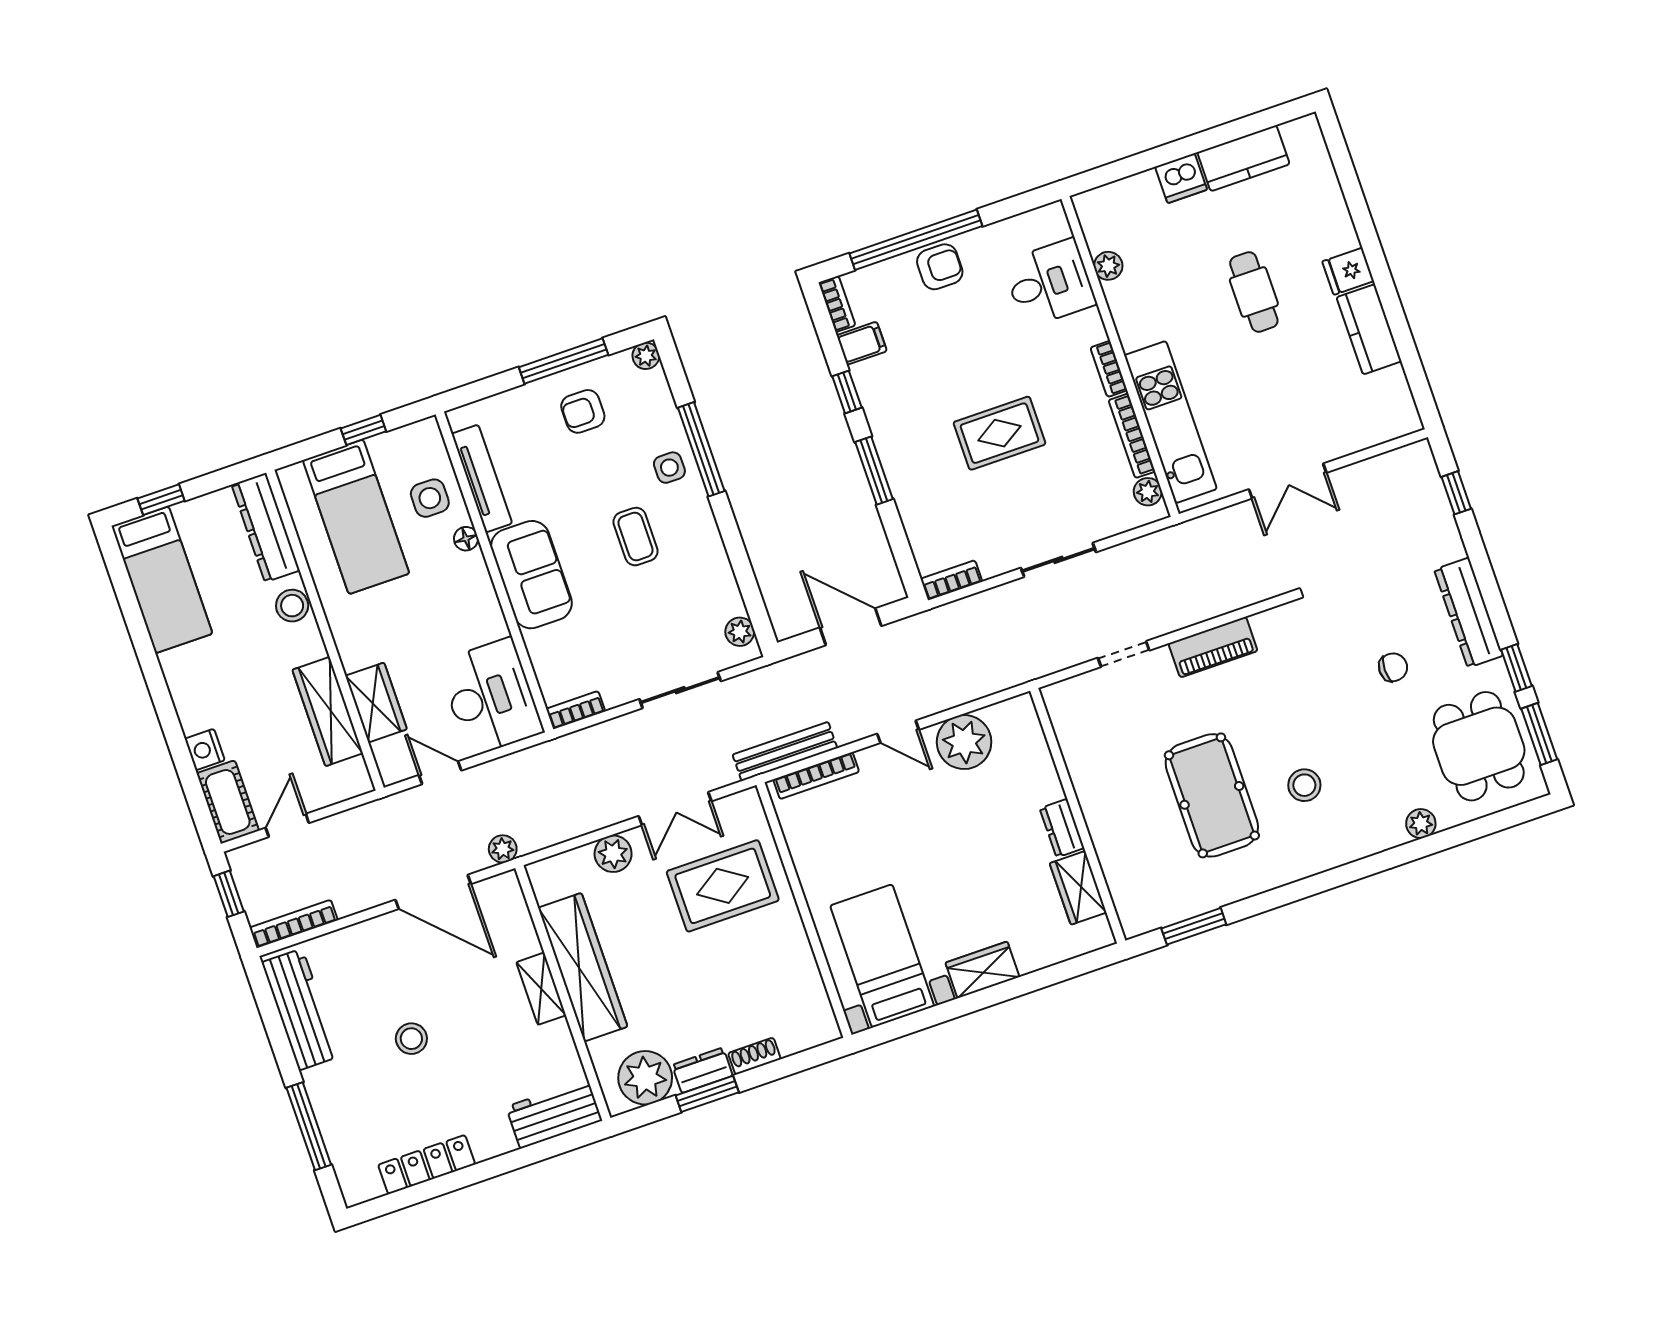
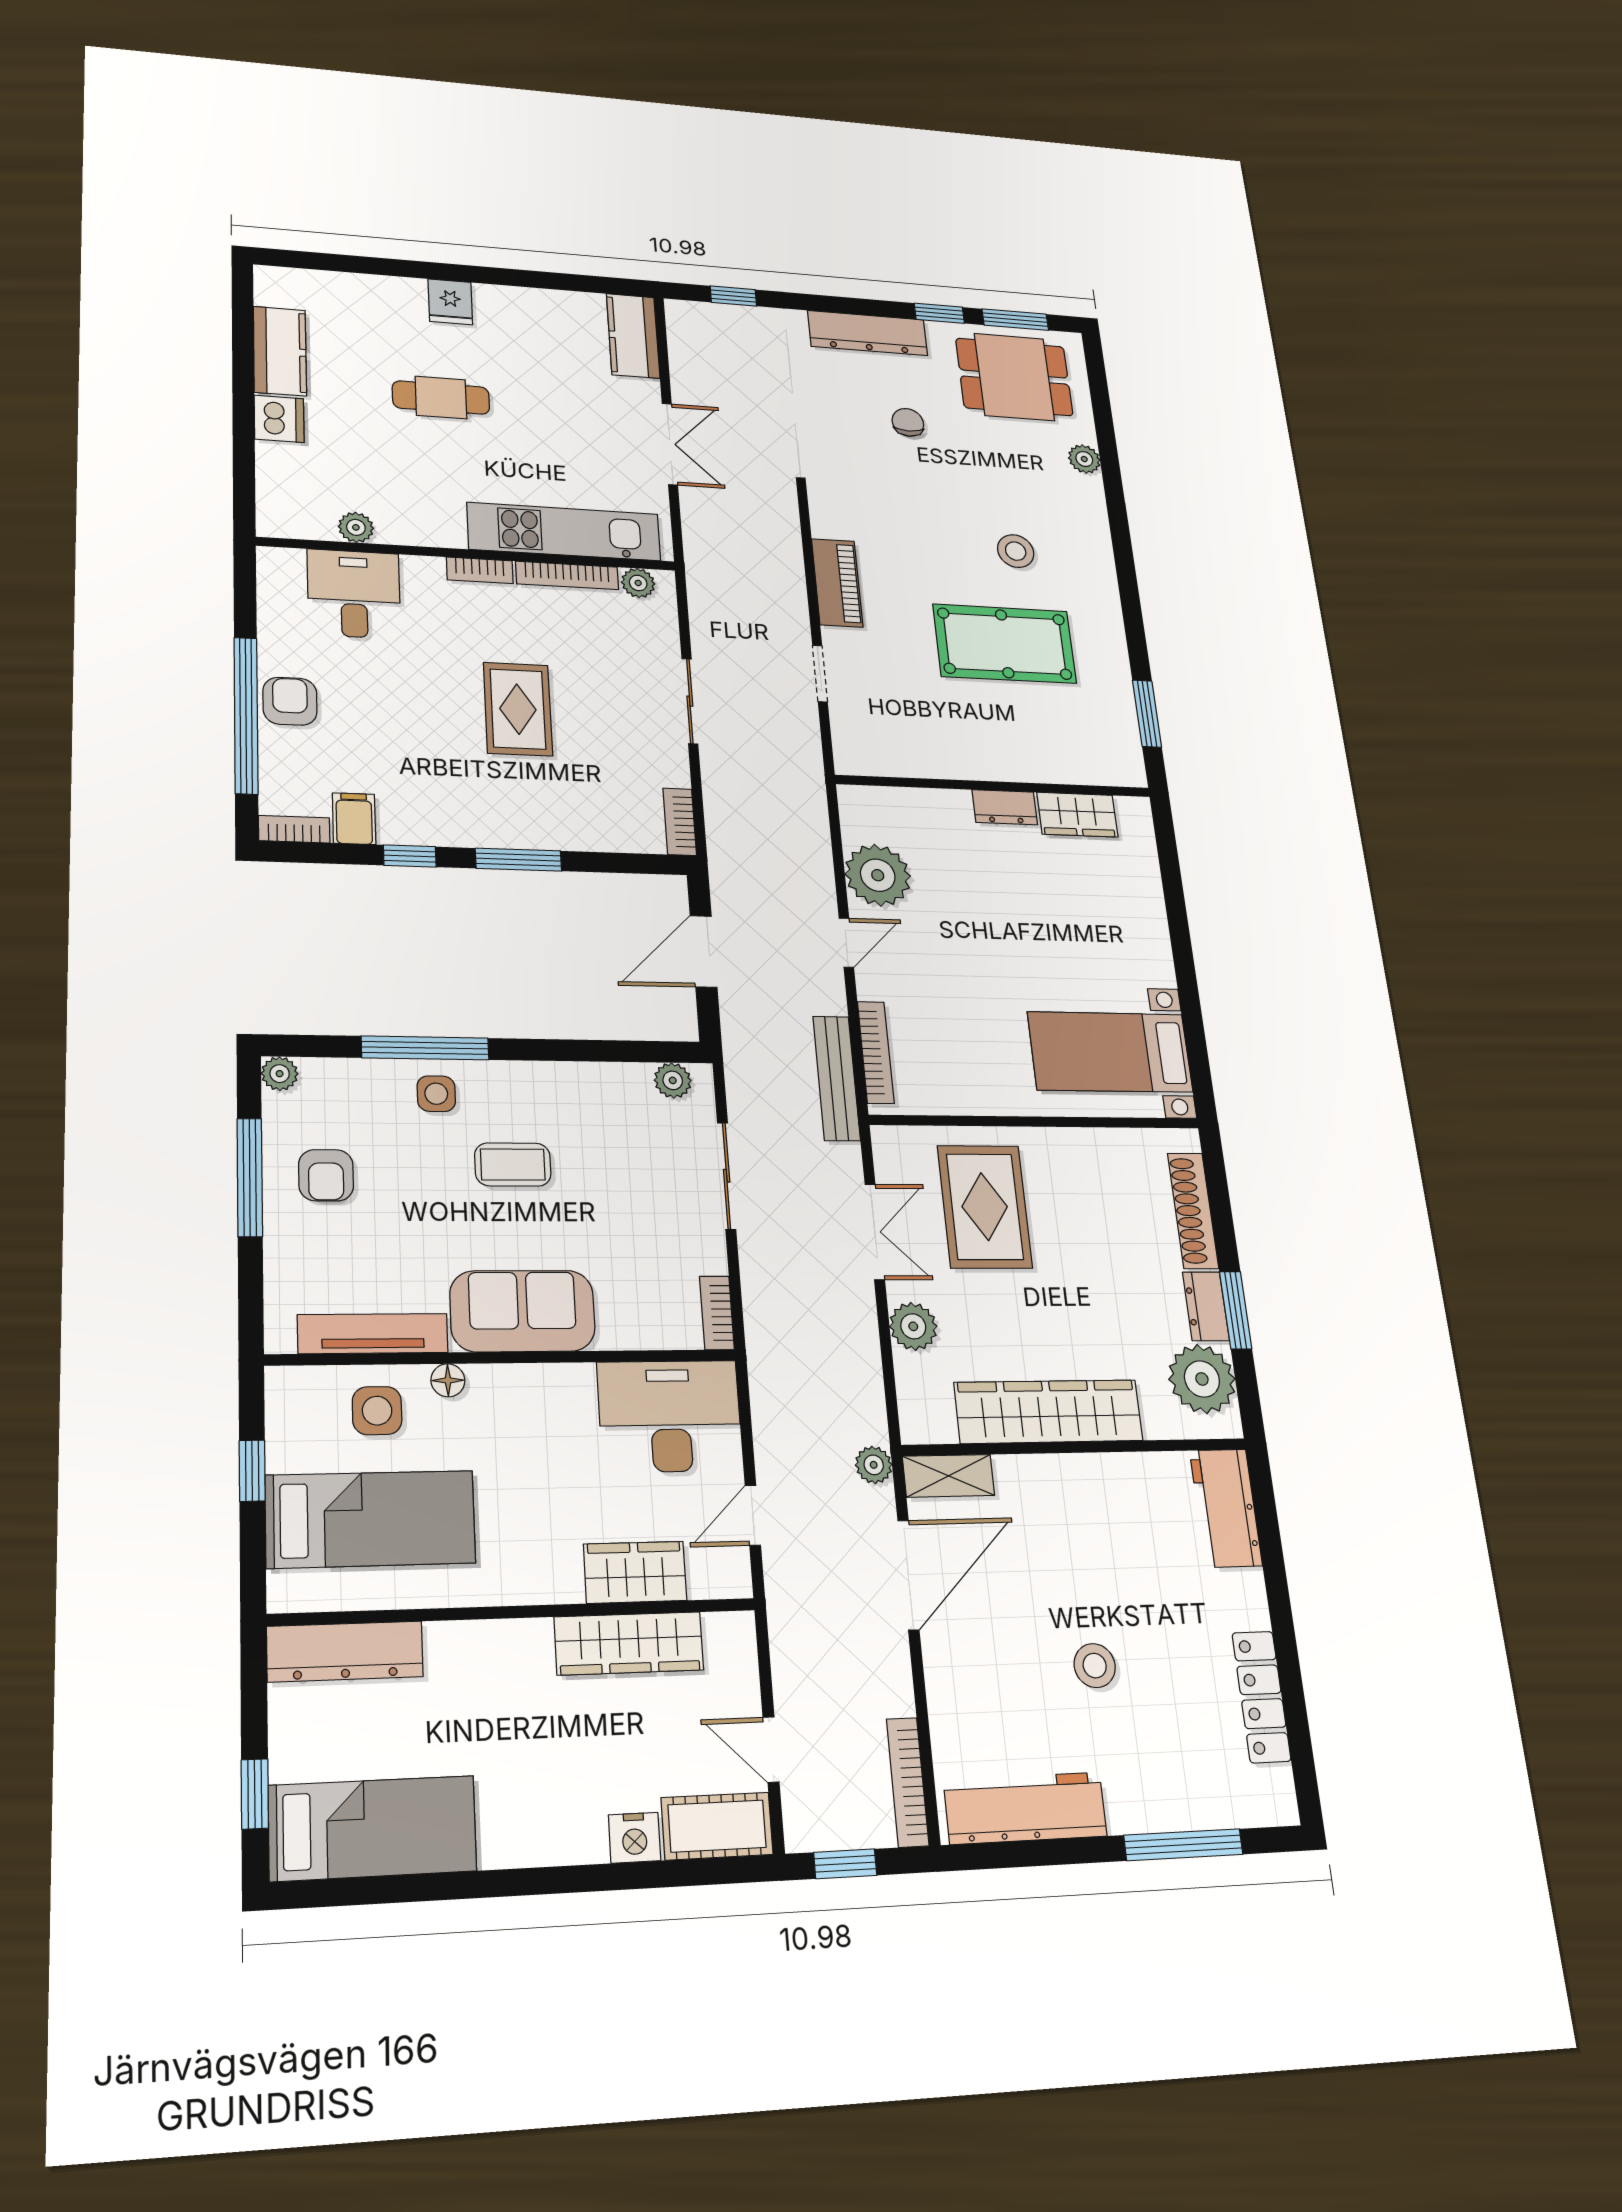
kitchen counter: (1369, 329) -> (633, 336), moved, turned 90
stool: (292, 606) -> (467, 1648), removed
wardrobe: (982, 970) -> (1150, 948), removed
shelving: (541, 989) -> (948, 1476), moved
shoe rack: (754, 1056) -> (1193, 1211), width x1.94, depth x1.24

